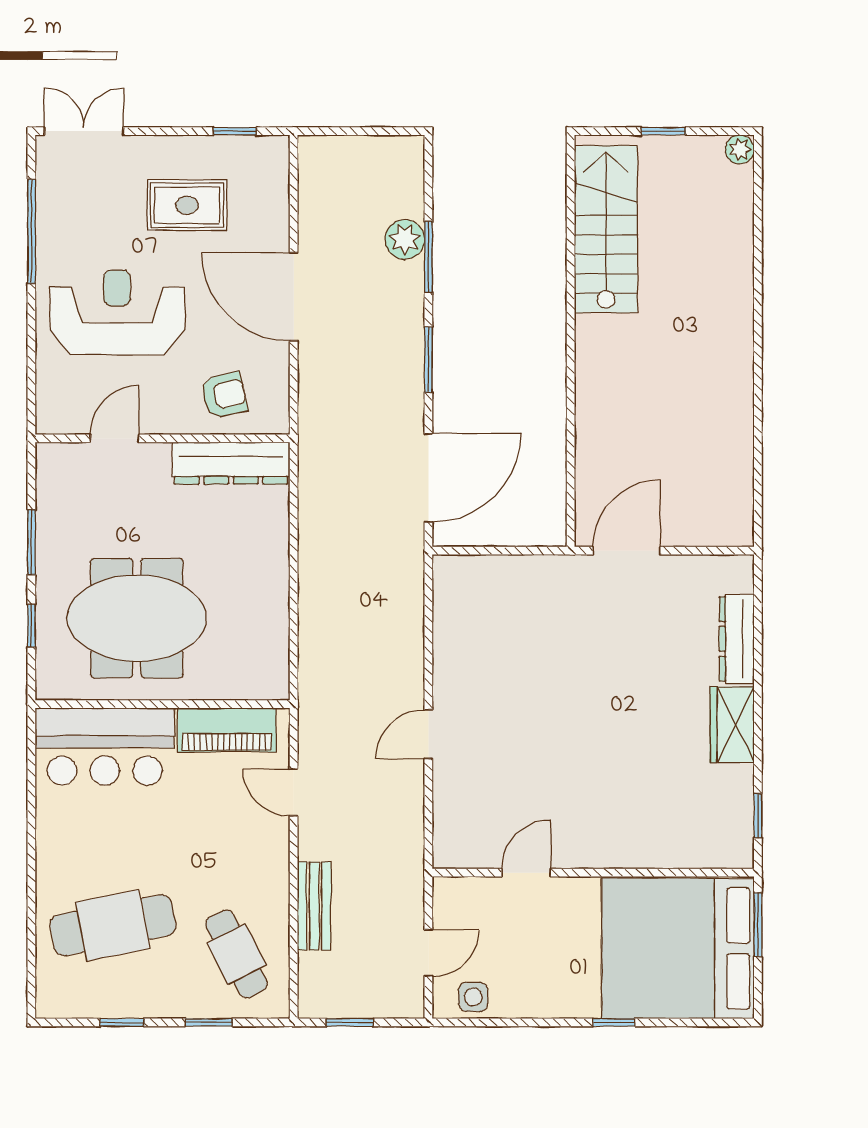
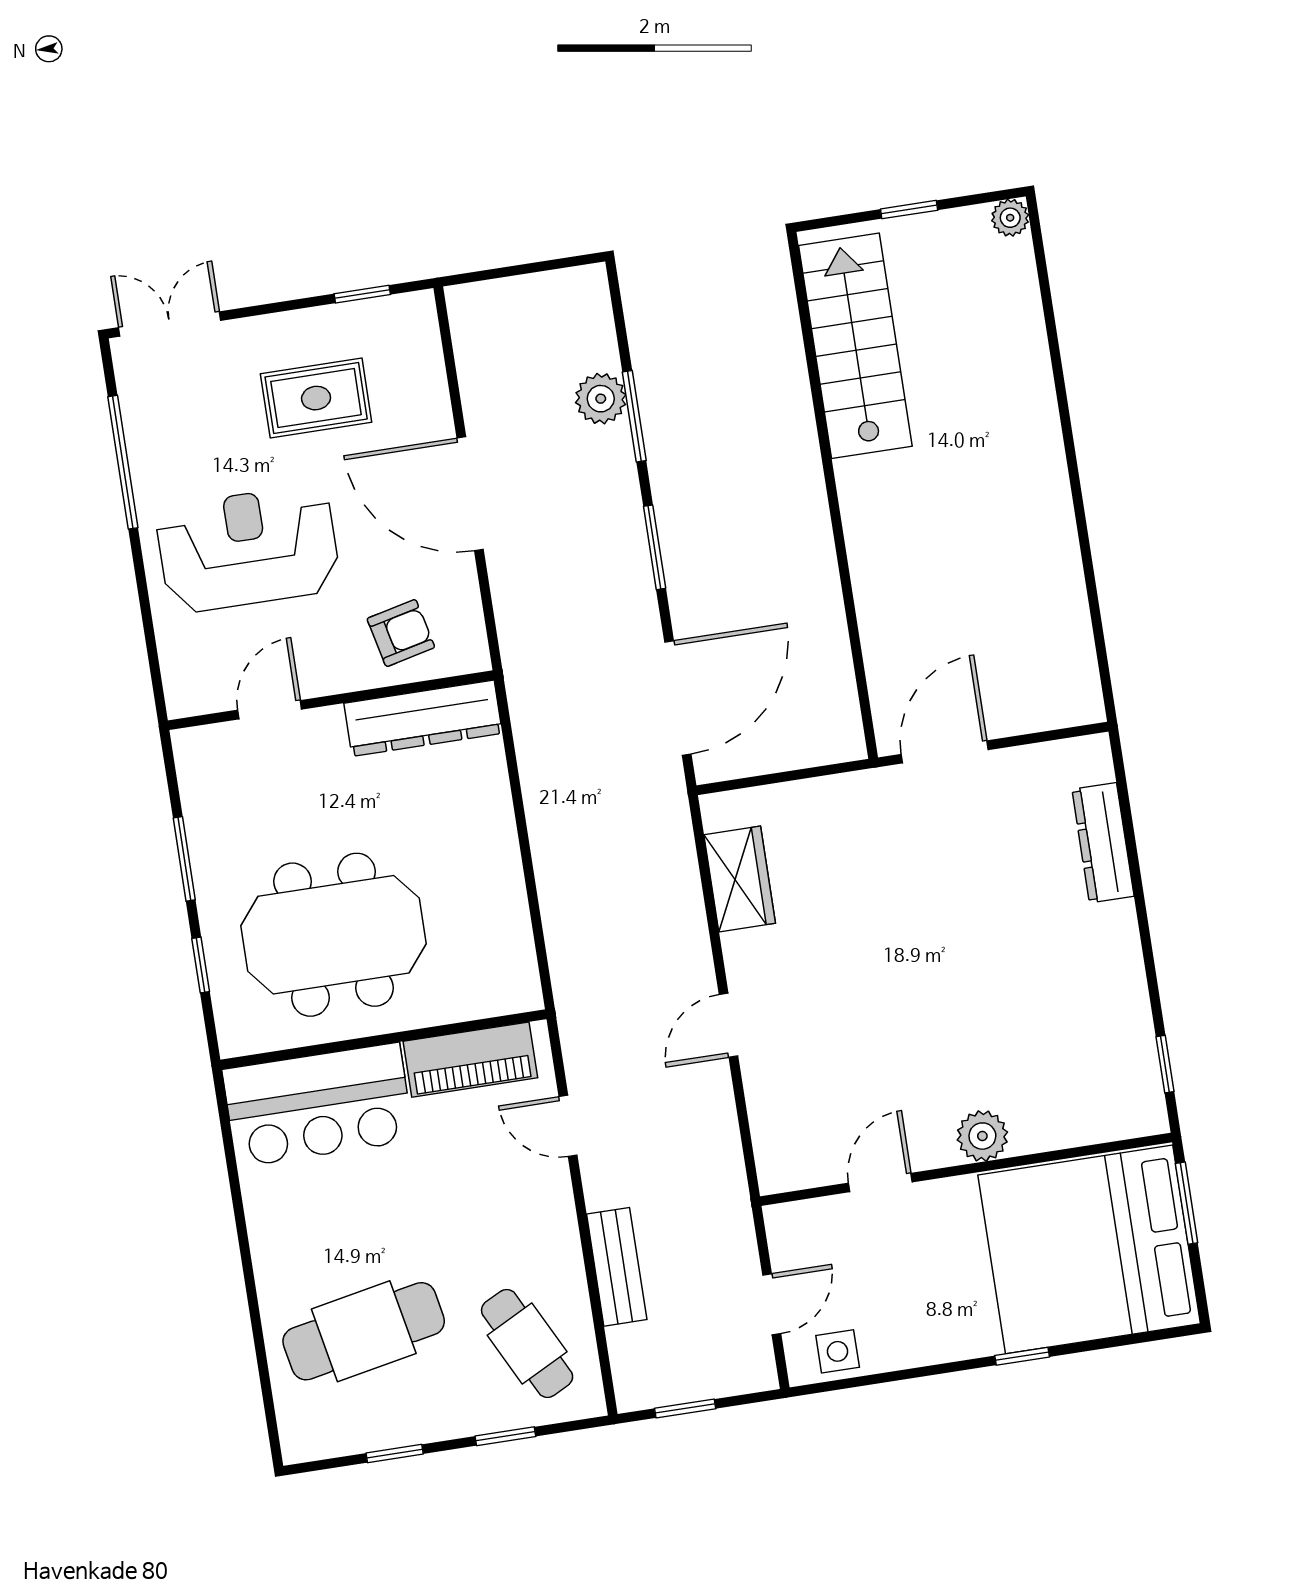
wardrobe: (732, 725) -> (740, 879), moved, turned 180
plant: (610, 849) -> (982, 1136), added

